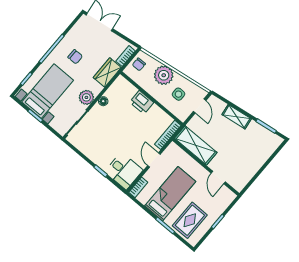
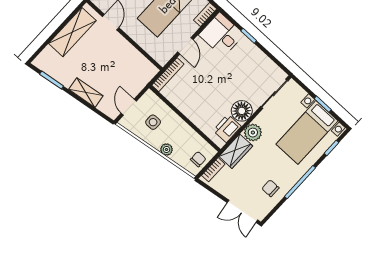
chair: (75, 57) -> (270, 188), moved
plant: (164, 75) -> (166, 149), width x0.53, depth x0.53
plant: (86, 97) -> (253, 133), moved
floor lamp: (103, 101) -> (242, 111), width x1.89, depth x1.89
printer: (142, 102) -> (227, 128), moved, turned -90
shelving: (196, 145) -> (72, 32), moved, turned 90

